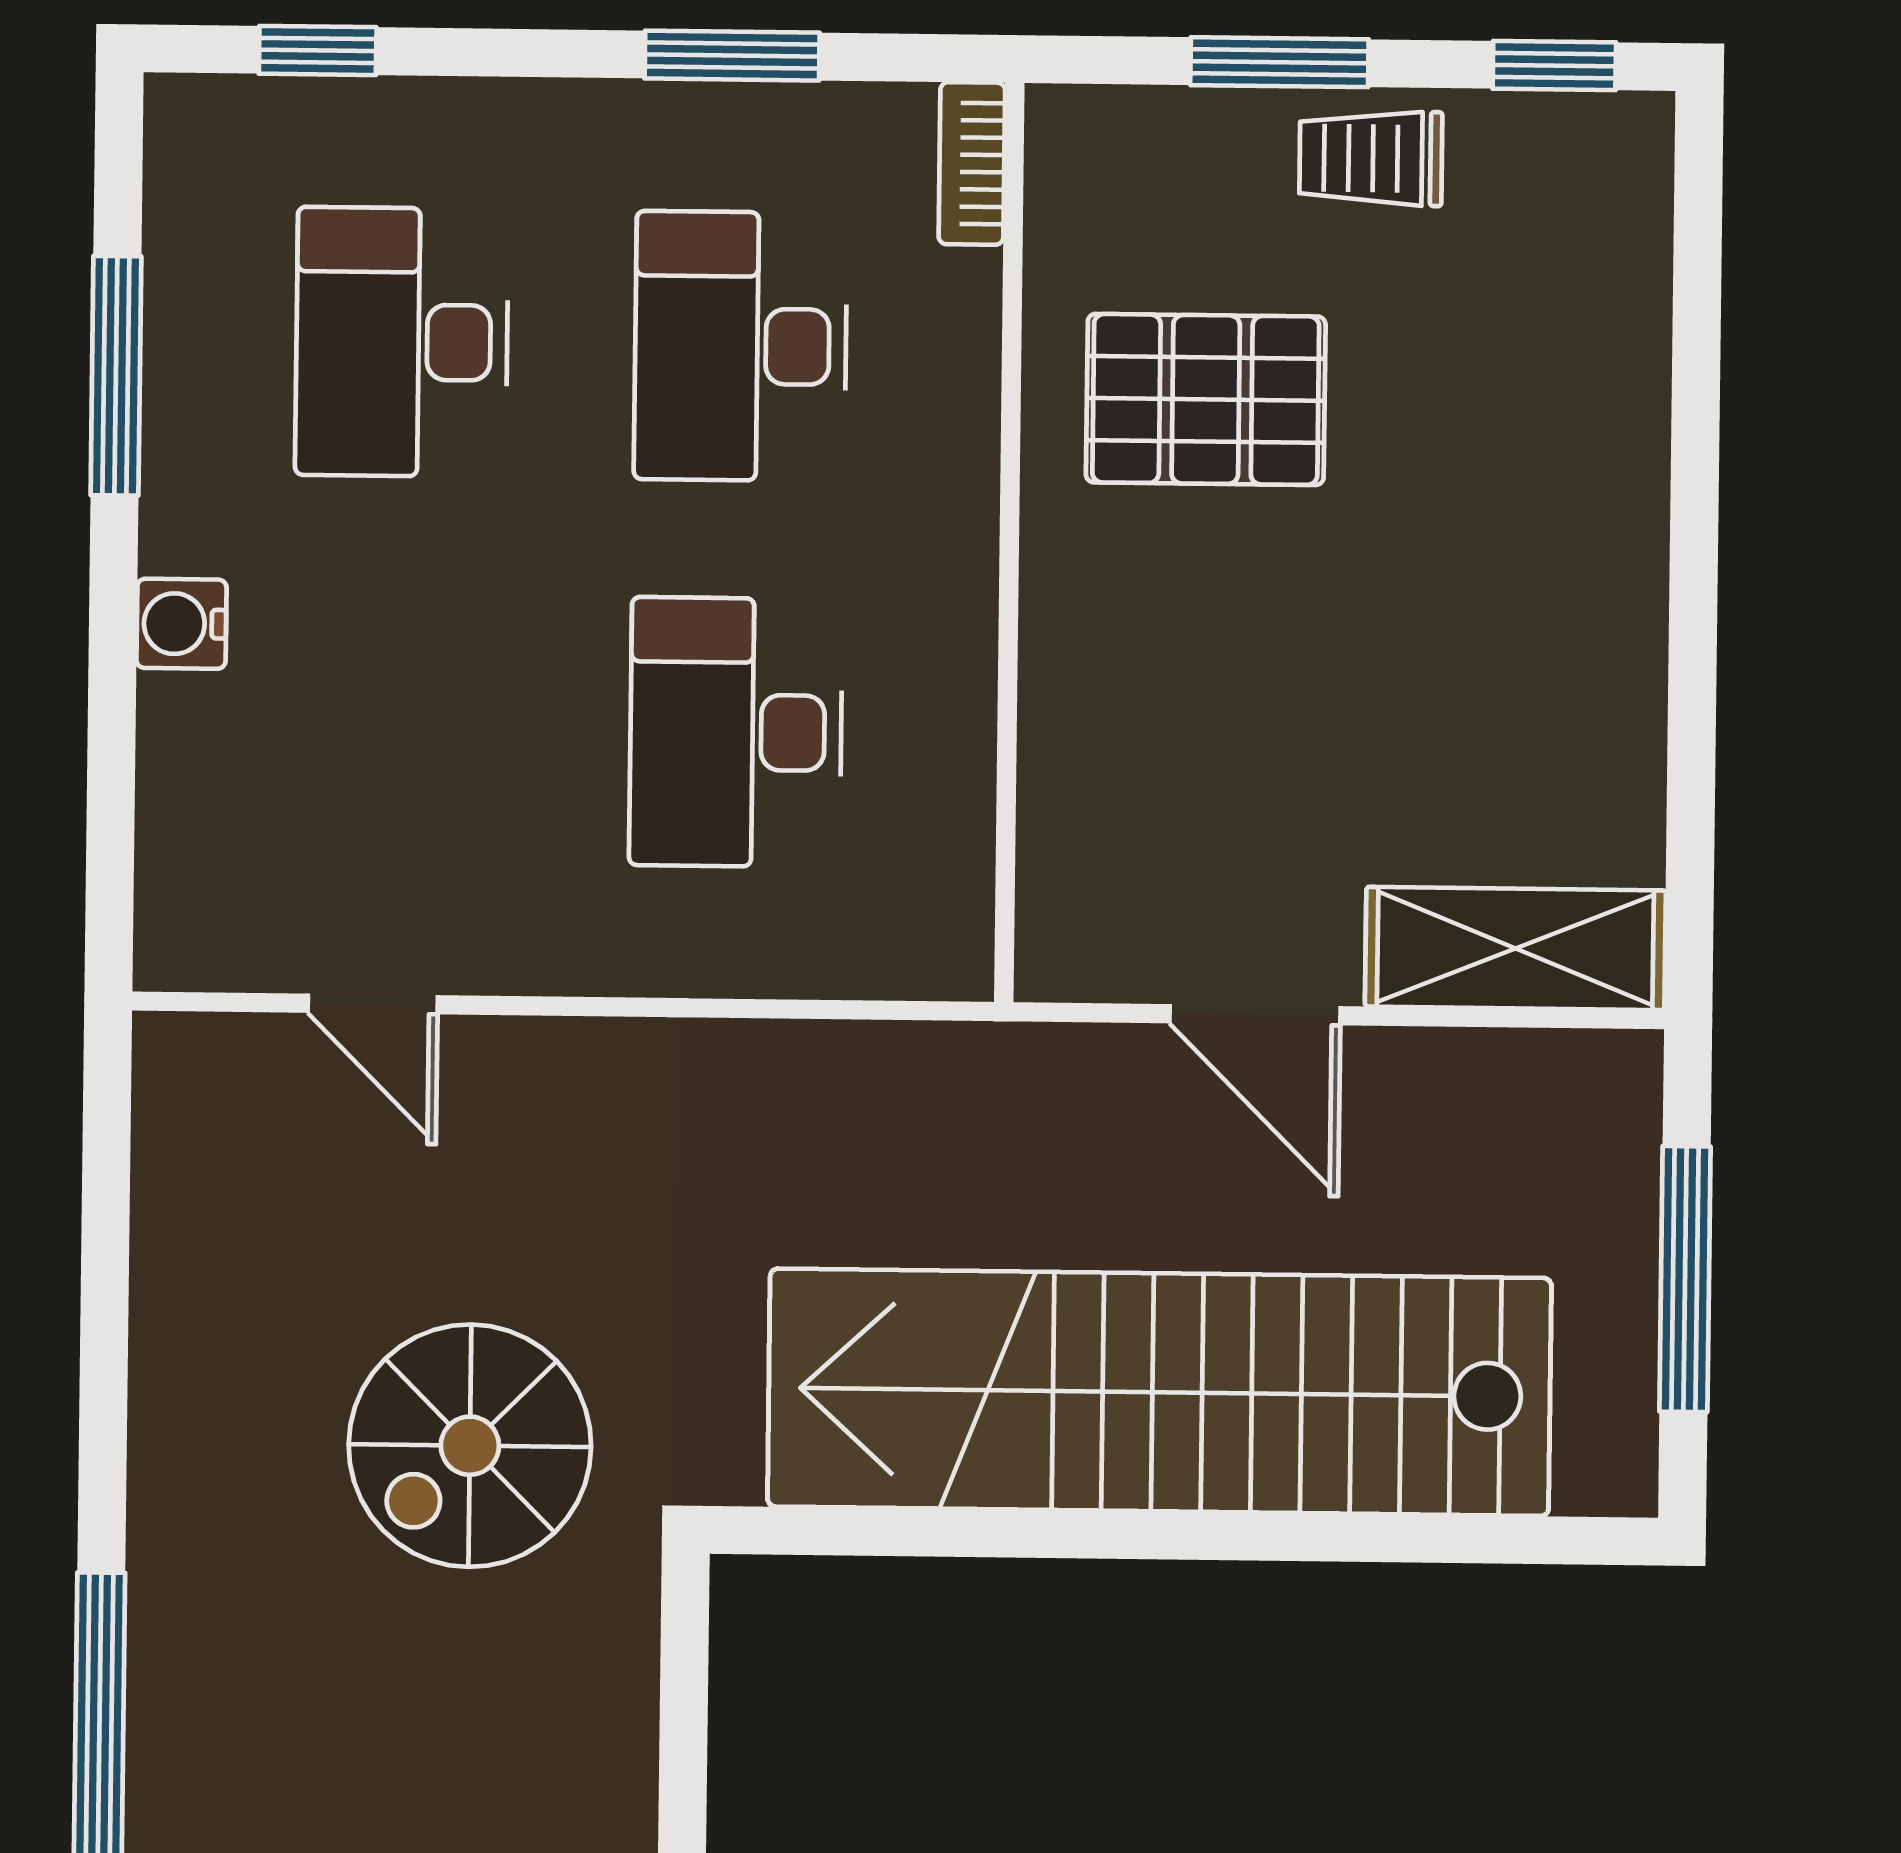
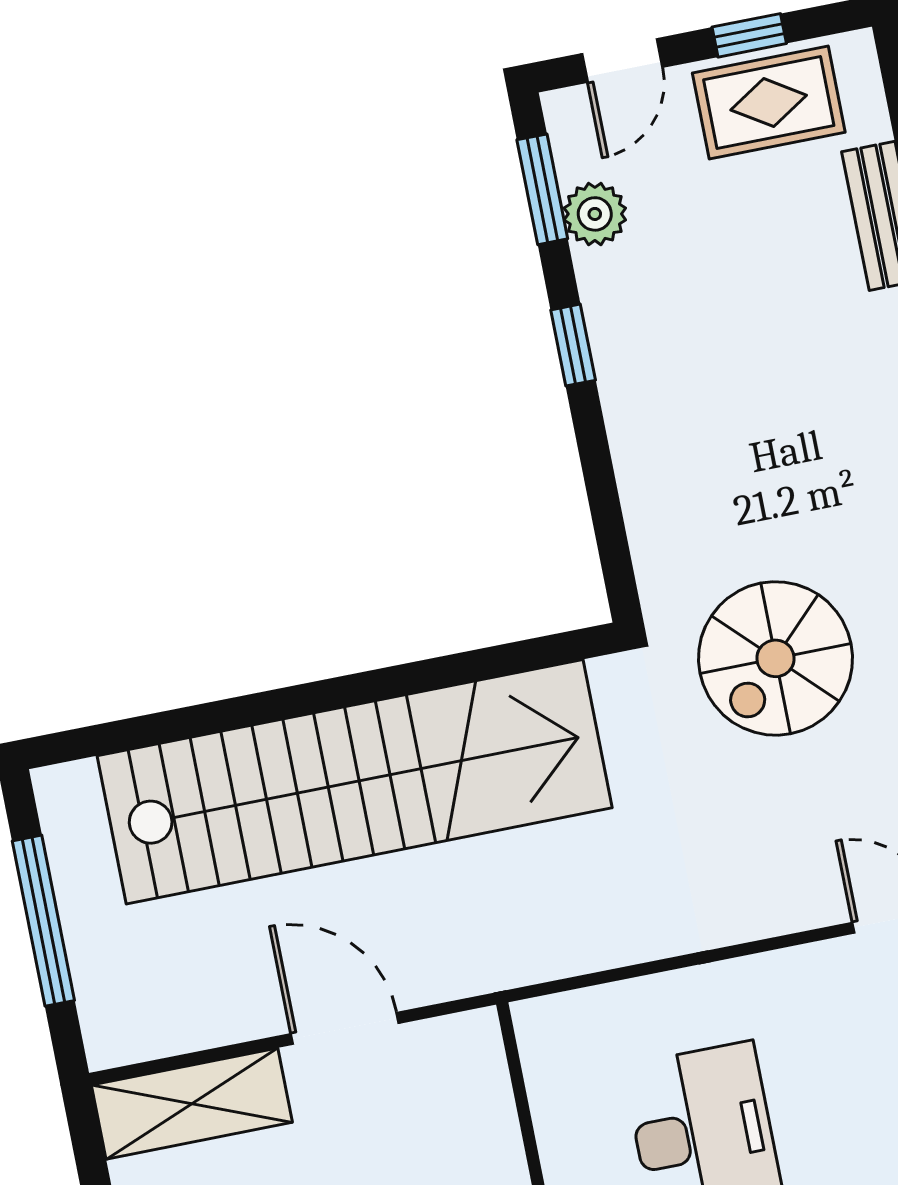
spiral stairs: (470, 1446) -> (775, 658), turned 180

